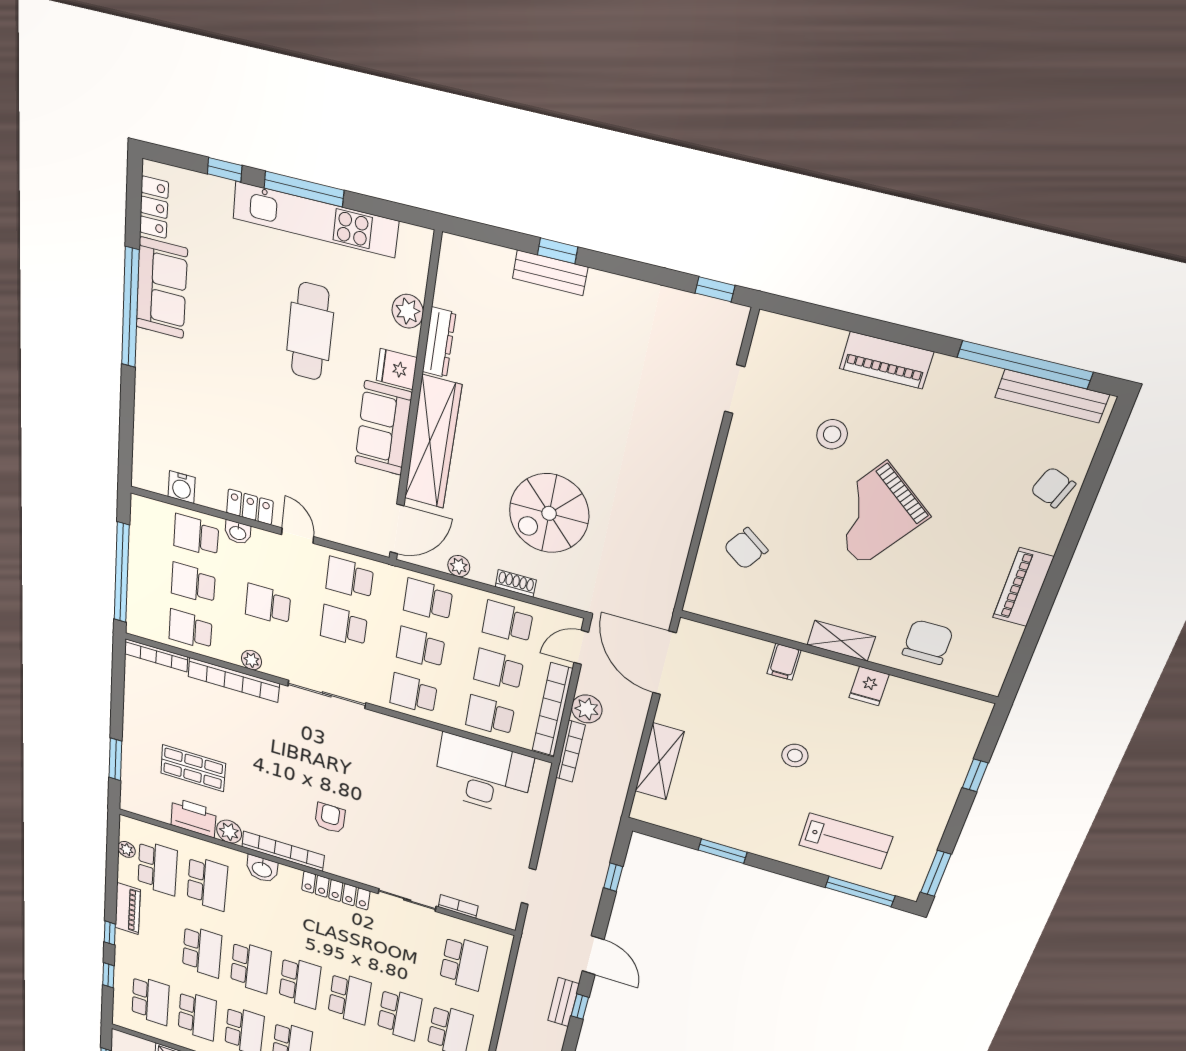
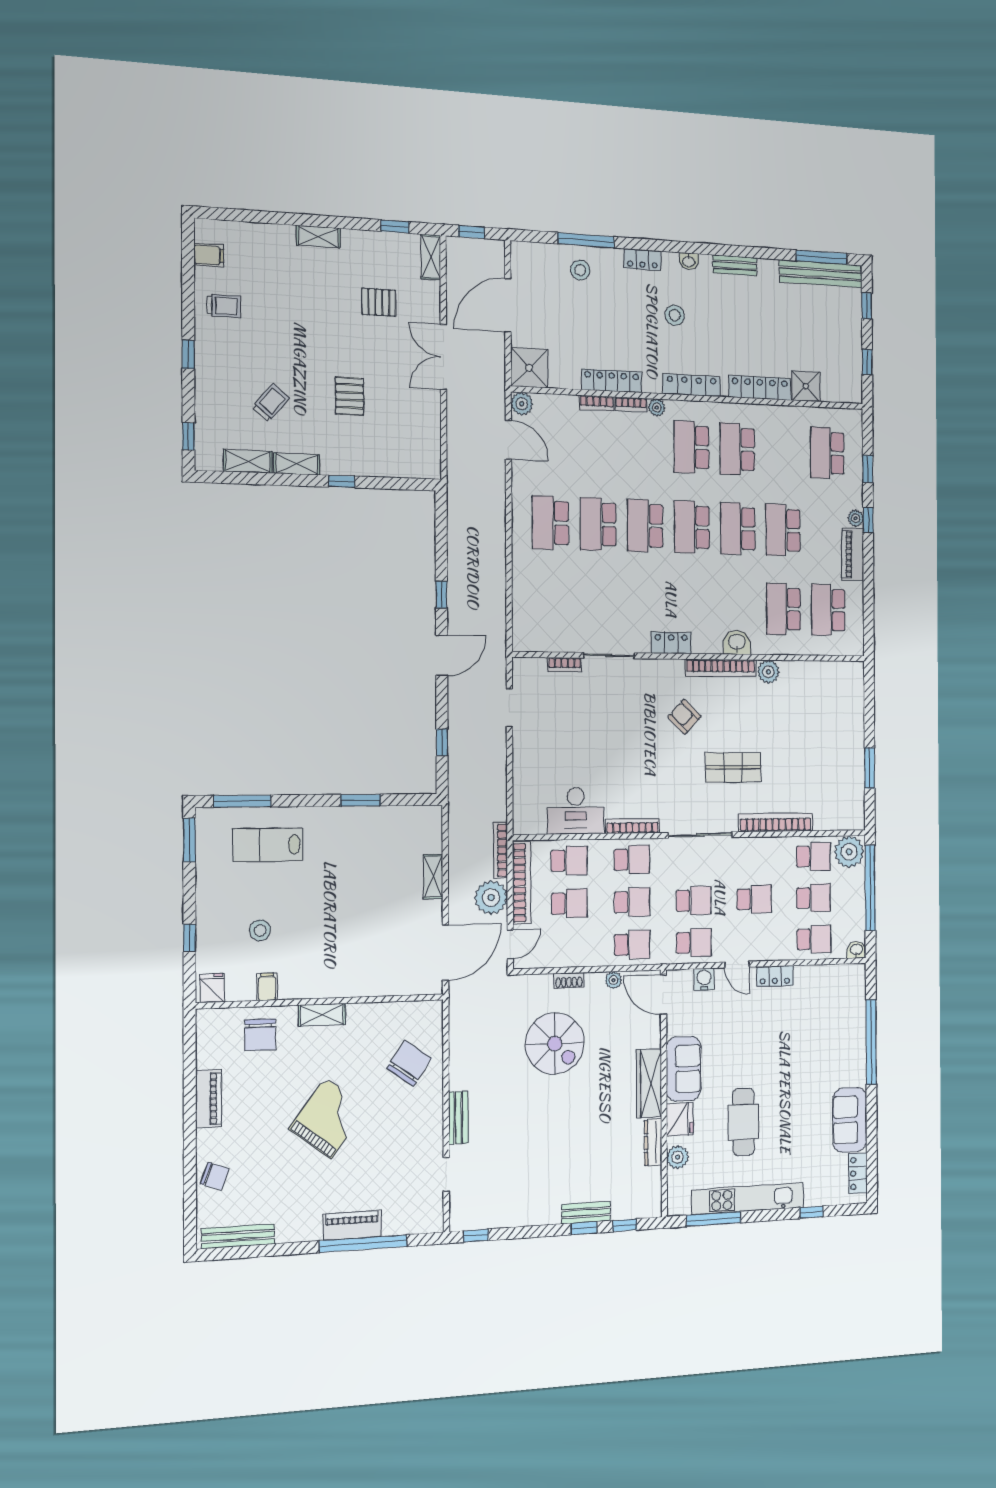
window: (304, 189) -> (714, 1219), moved
window: (498, 236) -> (625, 1225), added
window: (130, 308) -> (871, 1042), moved
window: (1025, 365) -> (363, 1244), moved
fridge: (397, 369) -> (680, 1119), width x1.38
stool: (832, 434) -> (373, 1165), removed
wardrobe: (433, 442) -> (649, 1083), width x0.71, depth x0.85
water cooler: (182, 487) -> (704, 979), moved
spiral stairs: (549, 513) -> (555, 1044), turned 90
door: (397, 529) -> (663, 995), hinge flipped
washbasin: (238, 532) -> (856, 950), moved
chair: (746, 549) -> (409, 1063), width x1.37, depth x1.37
school desk: (508, 622) -> (569, 946), removed
bookcase: (156, 655) -> (633, 826), moved
plant: (252, 660) -> (849, 852), moved, width x1.87, depth x1.87
filing cabinet: (784, 662) -> (267, 987), moved
door: (665, 663) -> (445, 953), hinge flipped
fridge: (869, 686) -> (212, 988), moved
plant: (587, 709) -> (491, 898), width x1.36, depth x1.36
stool: (795, 755) -> (260, 930), moved
window: (115, 759) -> (870, 768), moved
shelving: (659, 761) -> (433, 877), width x0.67, depth x0.75
shop shelf: (193, 768) -> (733, 767), moved
desk: (483, 775) -> (576, 811), width x0.73, depth x0.77
printer: (193, 818) -> (800, 675), removed
armchair: (330, 818) -> (684, 717), turned 134
plant: (127, 849) -> (856, 518), moved
locker: (336, 891) -> (671, 643), width x0.66
door: (593, 955) -> (442, 655), swing flipped
school desk: (463, 963) -> (551, 604), removed
bench: (563, 1002) -> (458, 1118), moved
school desk: (197, 1016) -> (783, 451), removed

